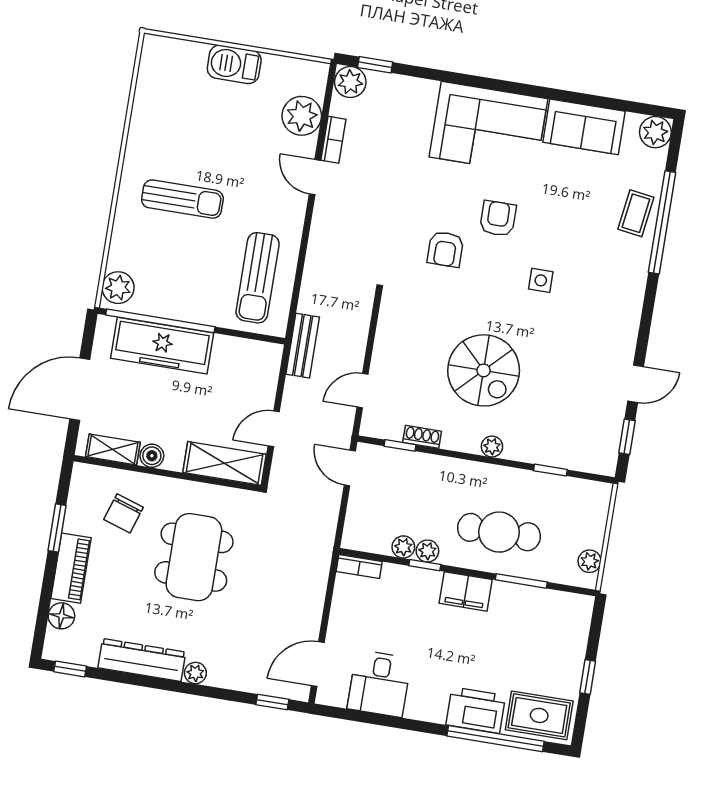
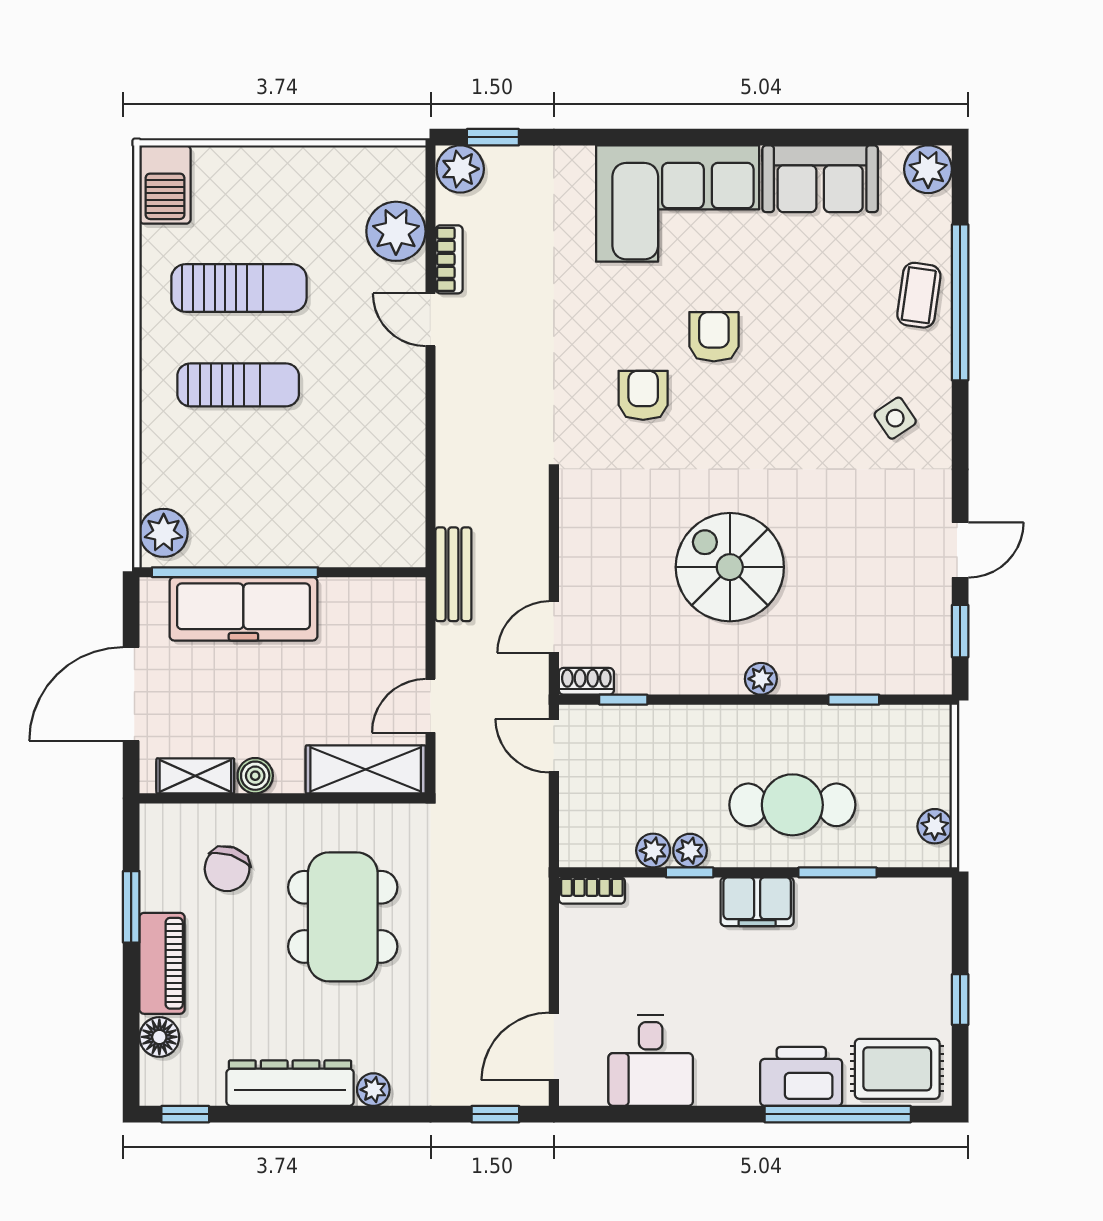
barbecue: (234, 64) -> (165, 185), moved, turned -90
armchair: (445, 249) -> (643, 395), turned 180
sun lounger: (258, 278) -> (239, 288), moved, turned -90
side table: (541, 280) -> (895, 418), moved, turned -34
spiral stairs: (484, 370) -> (730, 567), turned 180
shoe rack: (422, 437) -> (586, 681), moved

